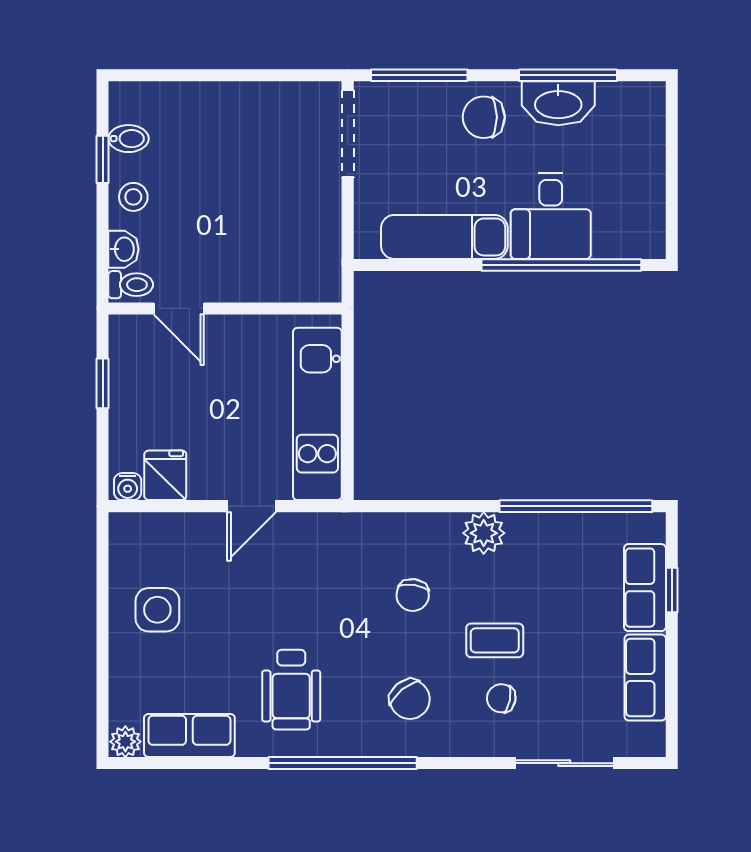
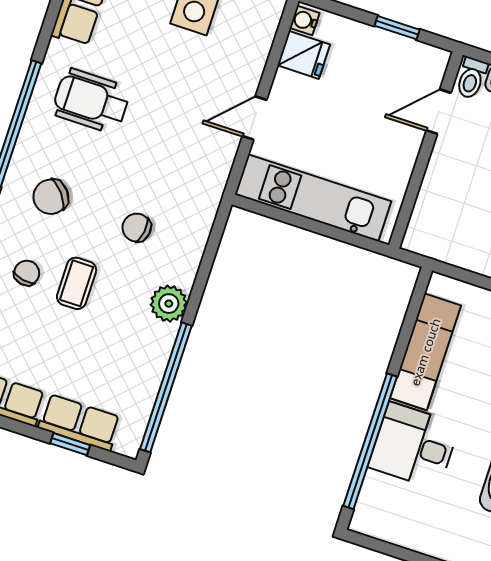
door: (252, 506) -> (254, 118), hinge flipped

